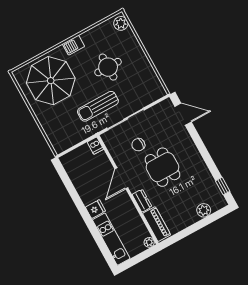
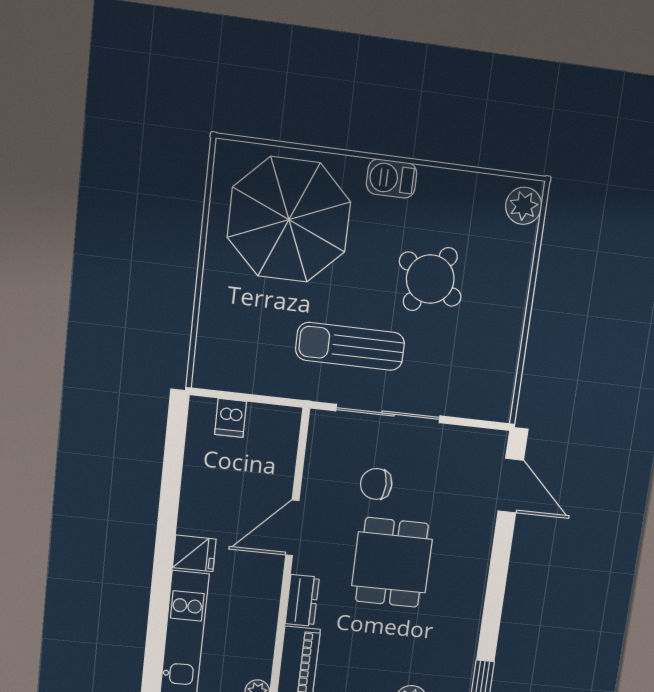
round table: (108, 67) -> (430, 279), turned 32
dishwasher: (95, 146) -> (231, 418), moved

